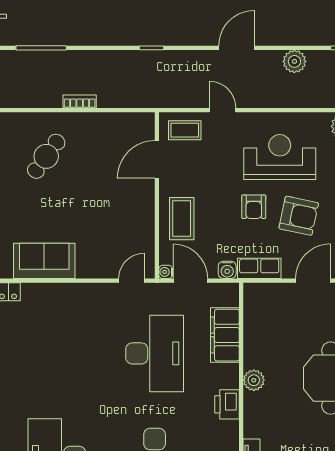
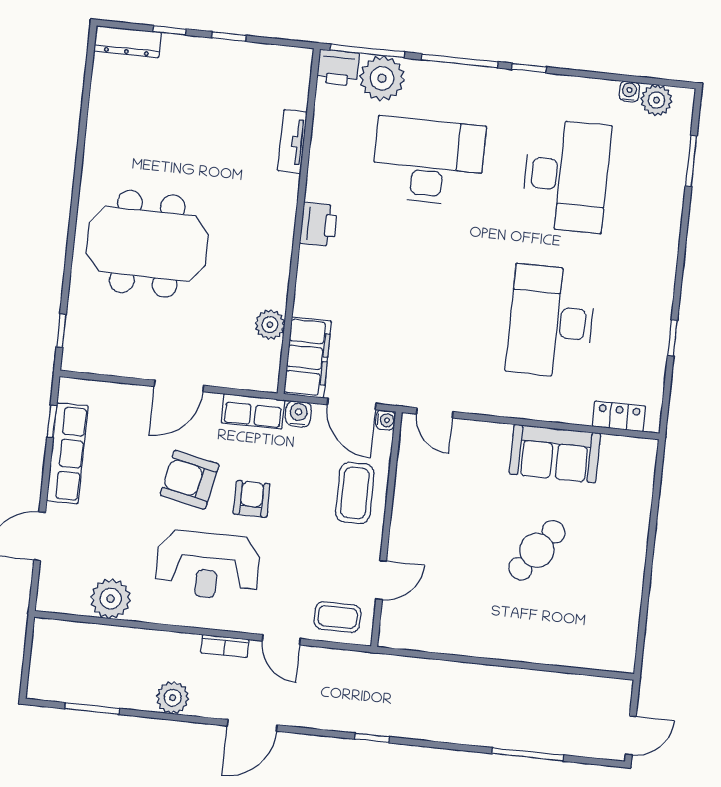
bookcase: (80, 102) -> (225, 646), moved
cafe table: (46, 156) -> (537, 550), moved
door: (157, 159) -> (381, 580), width x0.73
door: (132, 281) -> (435, 413), hinge flipped
filing cabinet: (225, 335) -> (307, 358), moved
desk: (155, 353) -> (551, 321), moved
plant: (254, 380) -> (270, 325), moved

